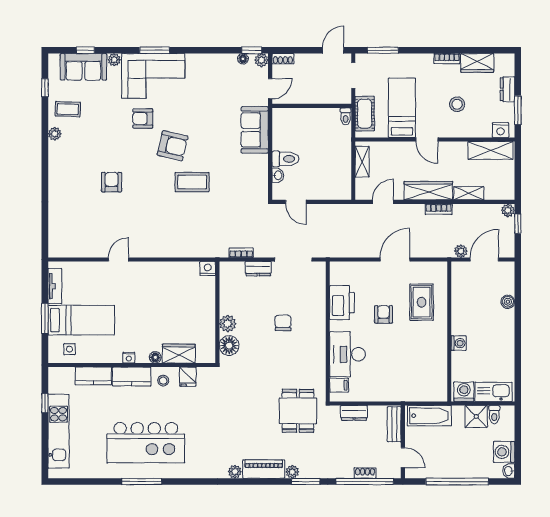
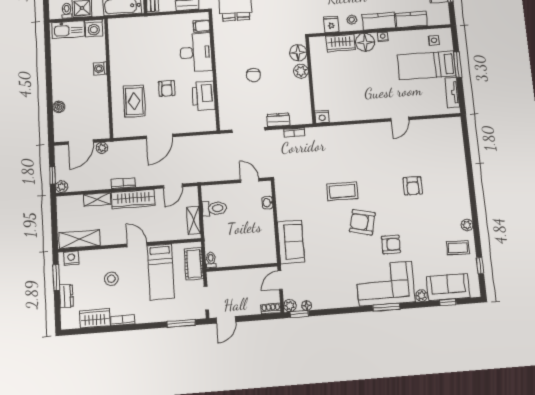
toilet: (285, 159) -> (214, 208), moved, turned 180
floor lamp: (155, 357) -> (365, 42), width x1.89, depth x1.89

